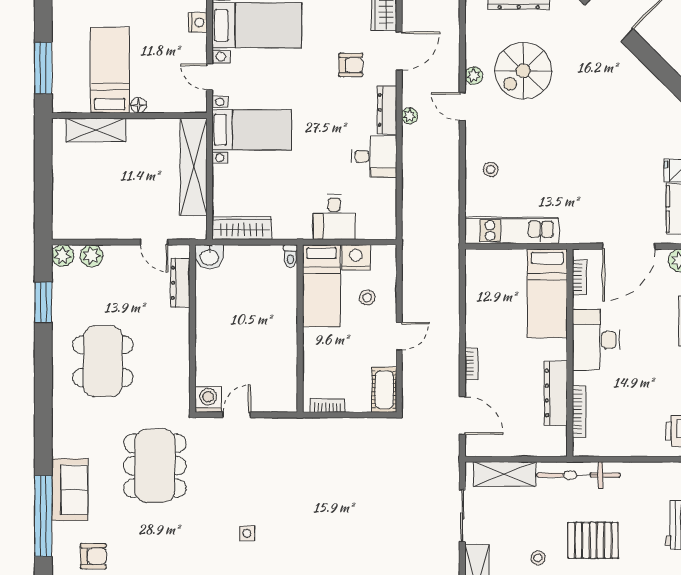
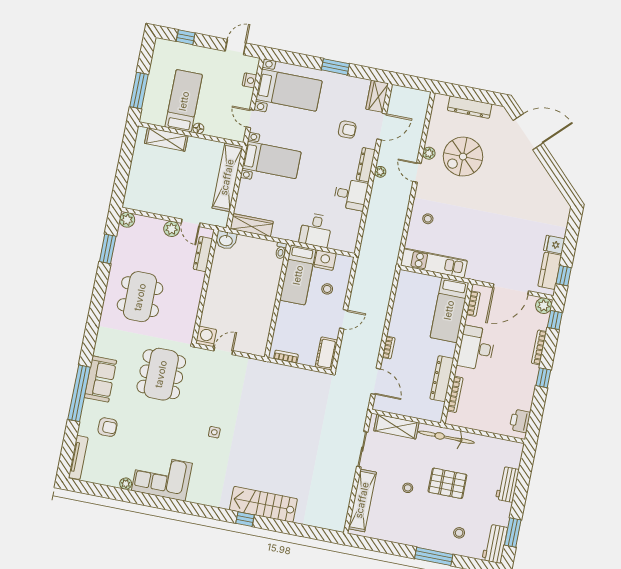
plant: (91, 256) -> (172, 229), moved

